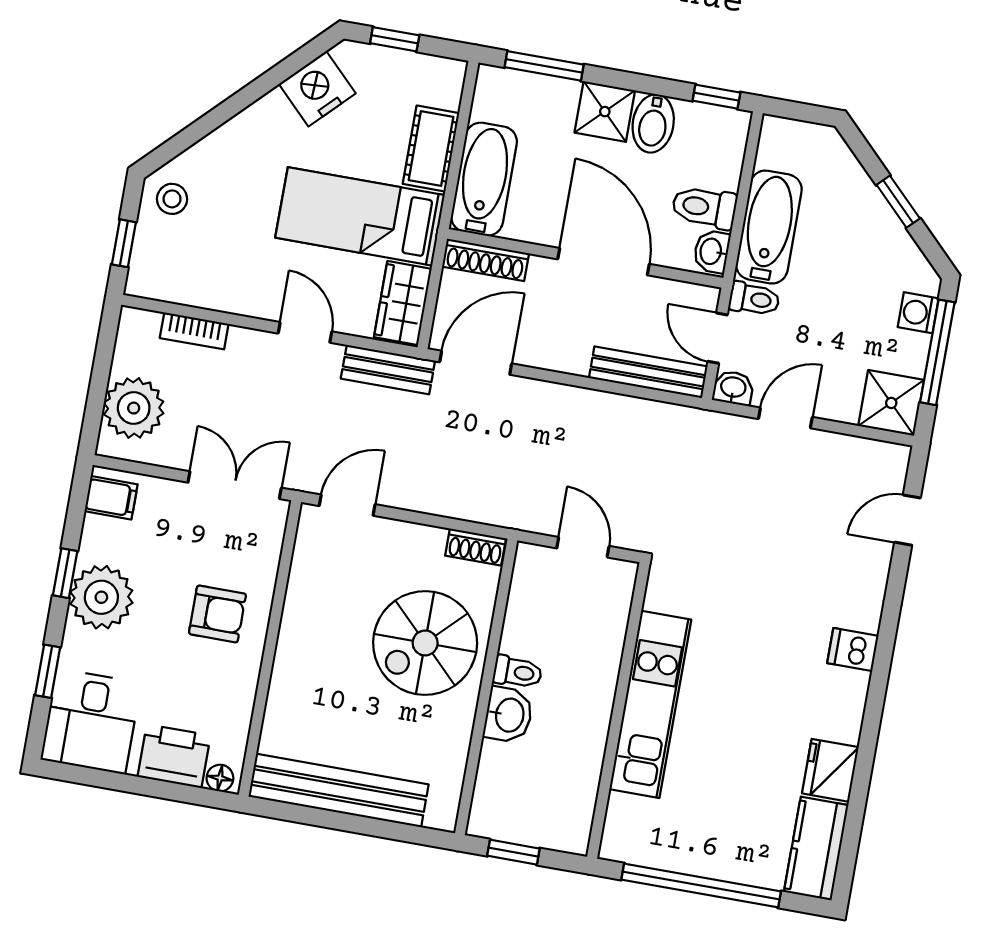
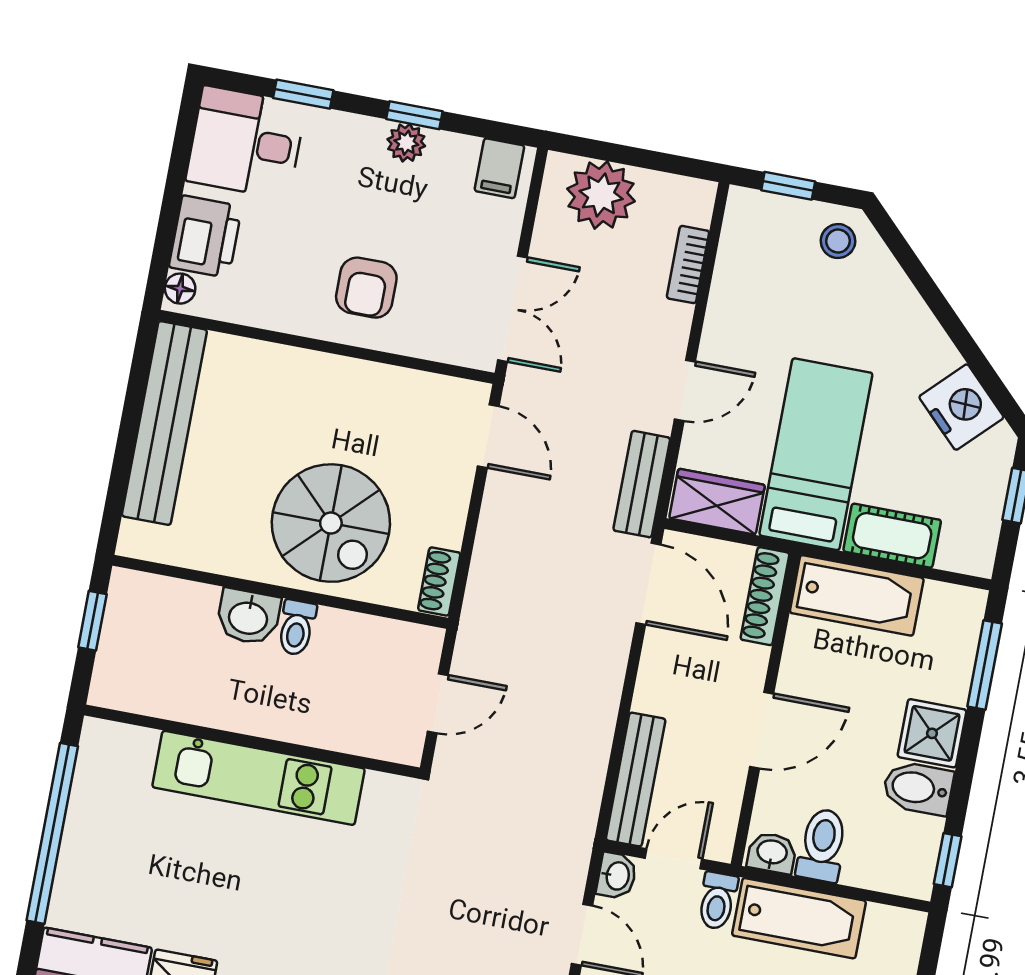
door: (604, 262) -> (762, 730), width x0.73
plant: (101, 597) -> (406, 143), width x0.53, depth x0.53
spiral stairs: (425, 643) -> (331, 523), turned 180

